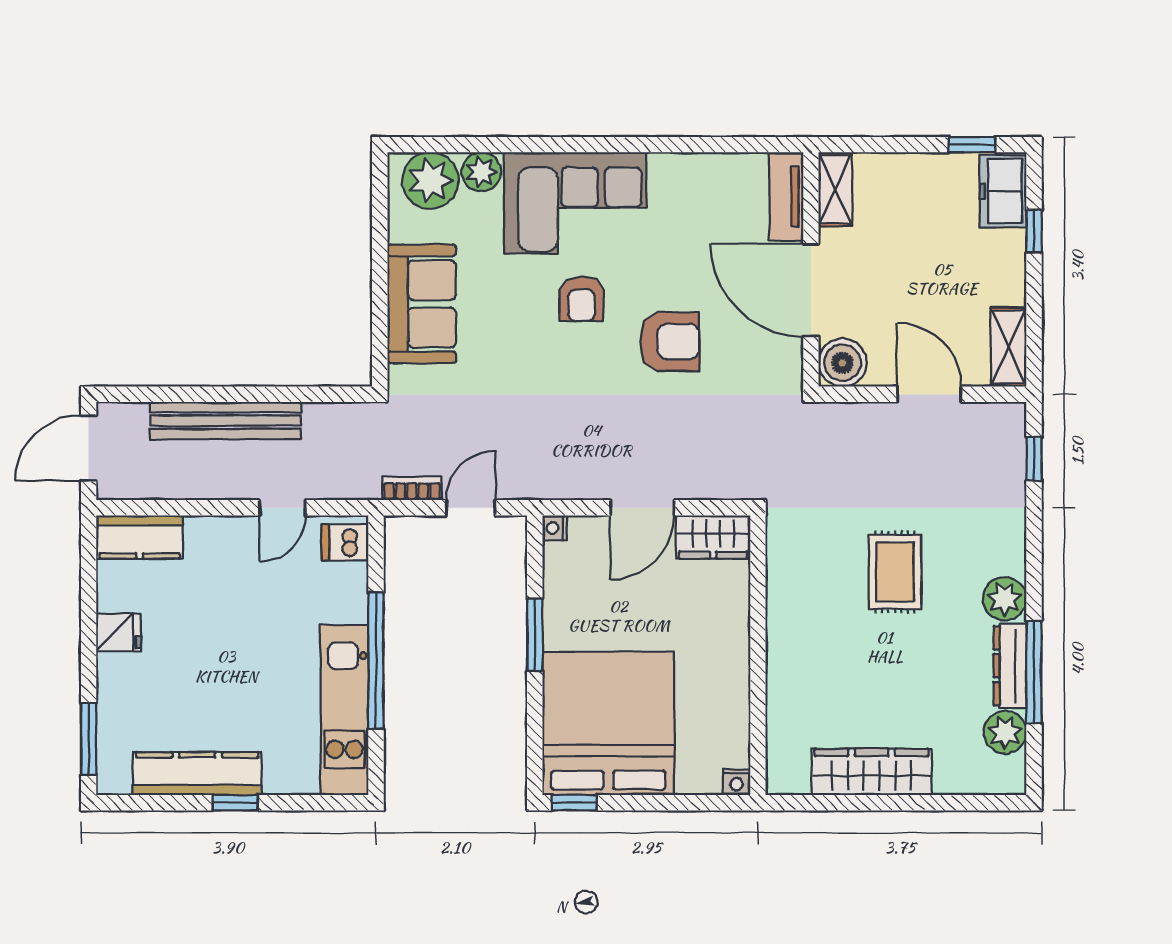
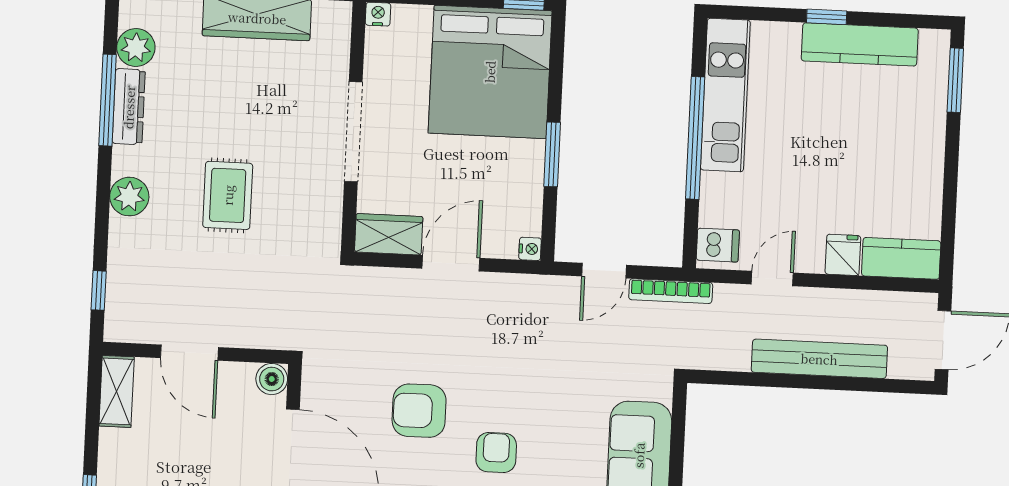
boiler: (842, 363) -> (272, 379), width x0.73, depth x0.73
bookcase: (412, 488) -> (671, 291), width x1.56
plant: (1005, 599) -> (129, 197), moved
fridge: (119, 632) -> (843, 255), moved, turned 90
doorway: (758, 650) -> (353, 132), added

